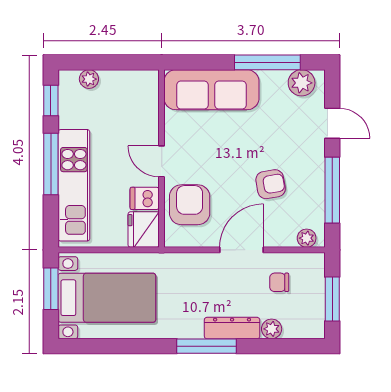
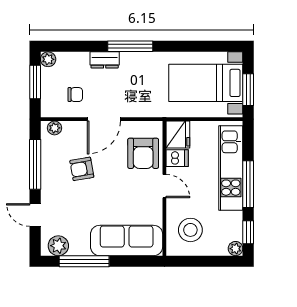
plant: (89, 79) -> (236, 249), moved
stool: (127, 104) -> (190, 230), added
dresser: (232, 328) -> (105, 60), width x0.70
plant: (272, 329) -> (48, 59), moved

